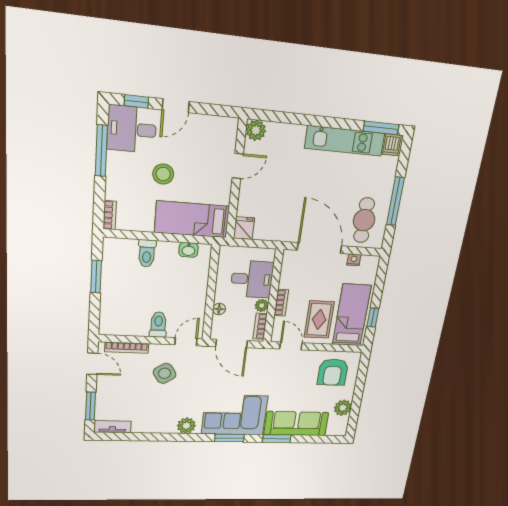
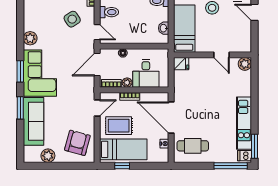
window: (395, 201) -> (231, 166), moved
door: (319, 248) -> (171, 118), swing flipped
armchair: (333, 372) -> (77, 143), turned 105

